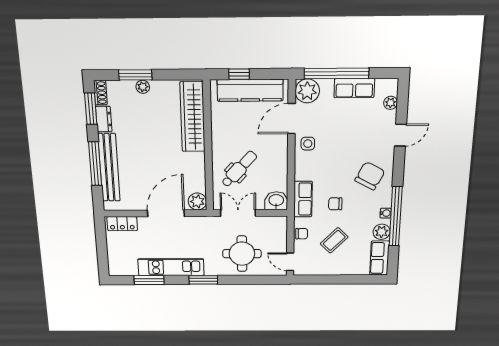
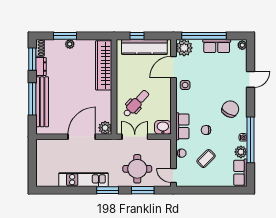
plant: (391, 103) -> (242, 45), moved
locker: (122, 224) -> (49, 145), removed
window: (149, 280) -> (143, 190), moved

